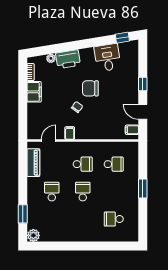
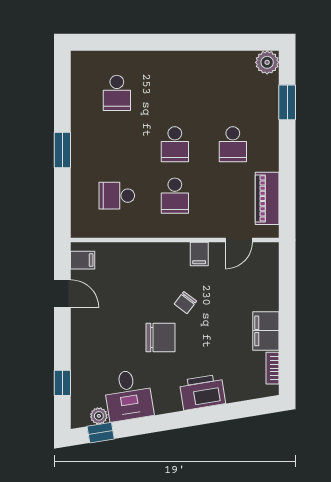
plant: (51, 58) -> (99, 416), moved
window: (143, 84) -> (62, 383), moved
school desk: (83, 164) -> (175, 196), turned -90
school desk: (114, 219) -> (117, 93), turned 90

